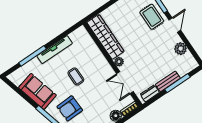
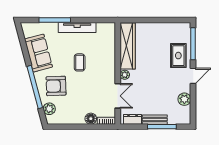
double door: (125, 83) -> (118, 96), swing flipped

